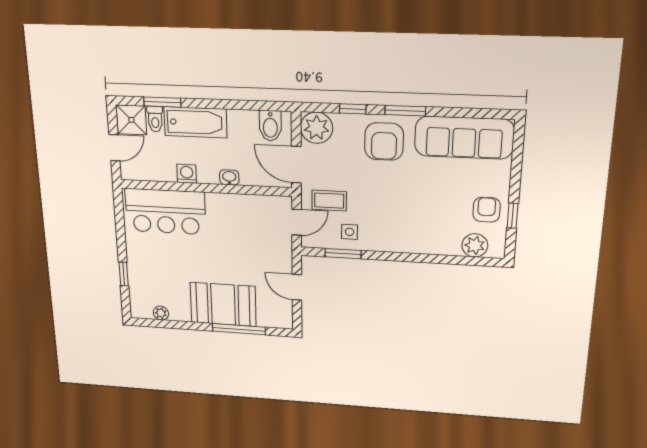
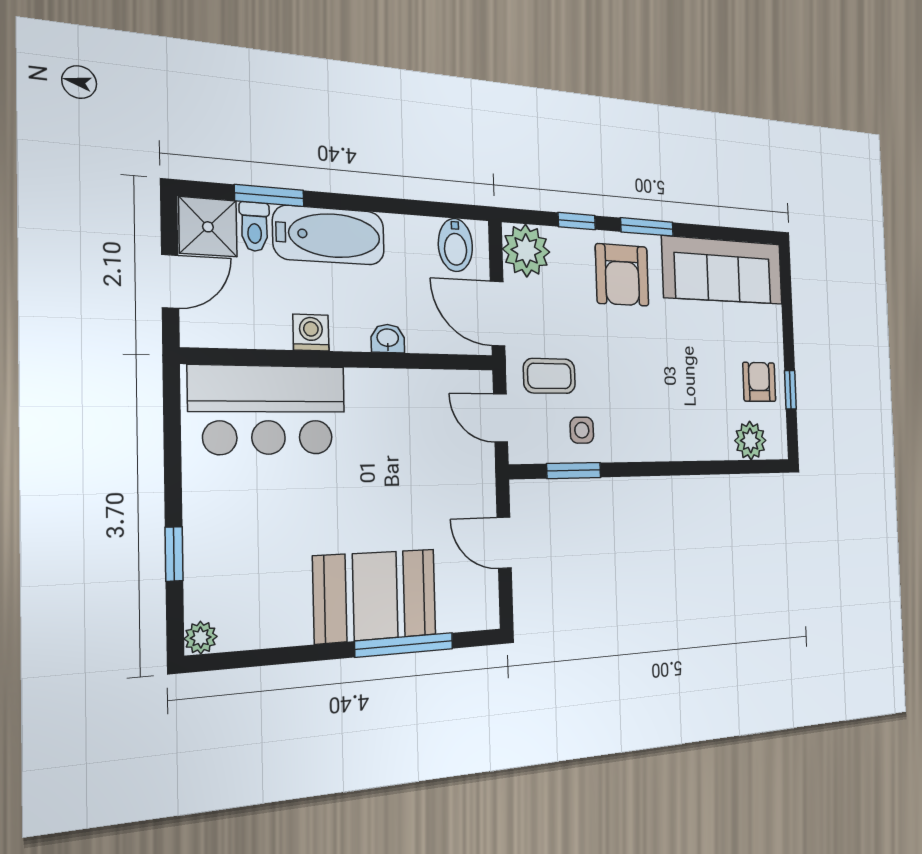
door: (297, 222) -> (501, 418), swing flipped
plant: (161, 313) -> (201, 638), moved

